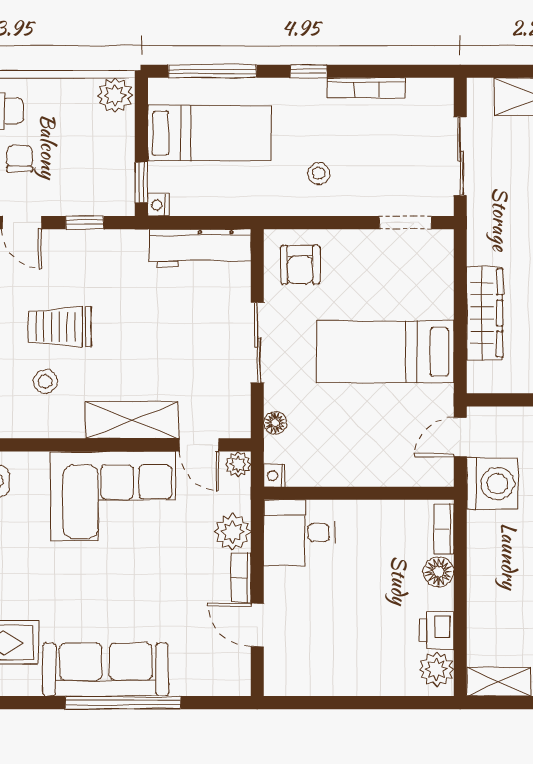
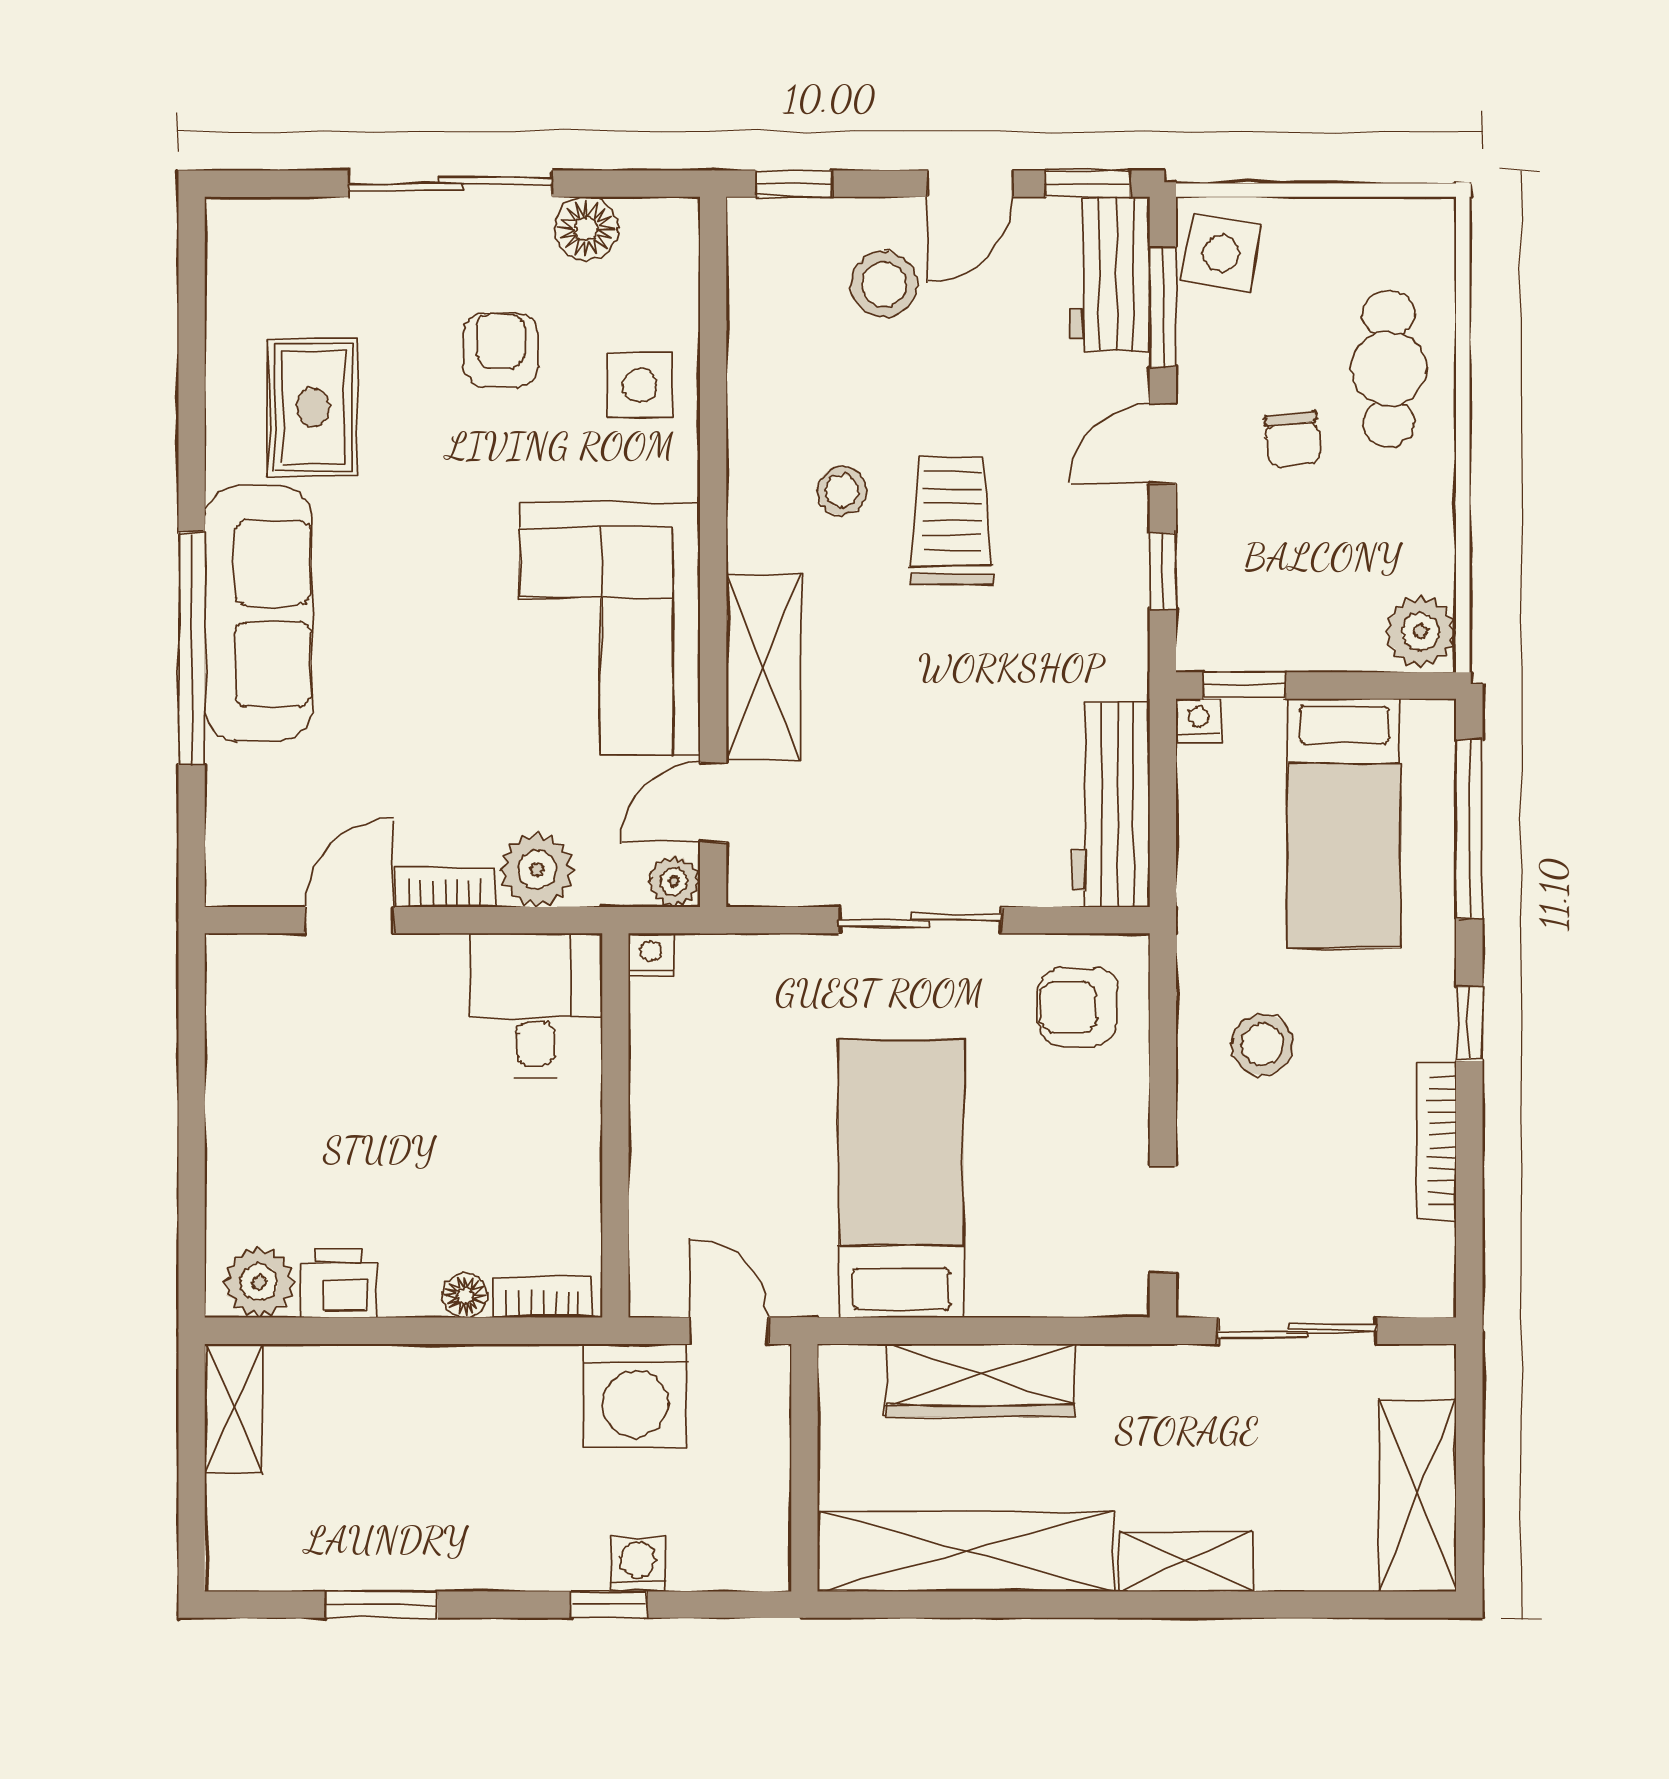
chair: (20, 159) -> (1292, 439), turned 84
stool: (319, 173) -> (1263, 1045), width x1.37, depth x1.37
floor lamp: (275, 423) -> (758, 956), removed
floor lamp: (439, 572) -> (465, 1295), width x0.73, depth x0.73

